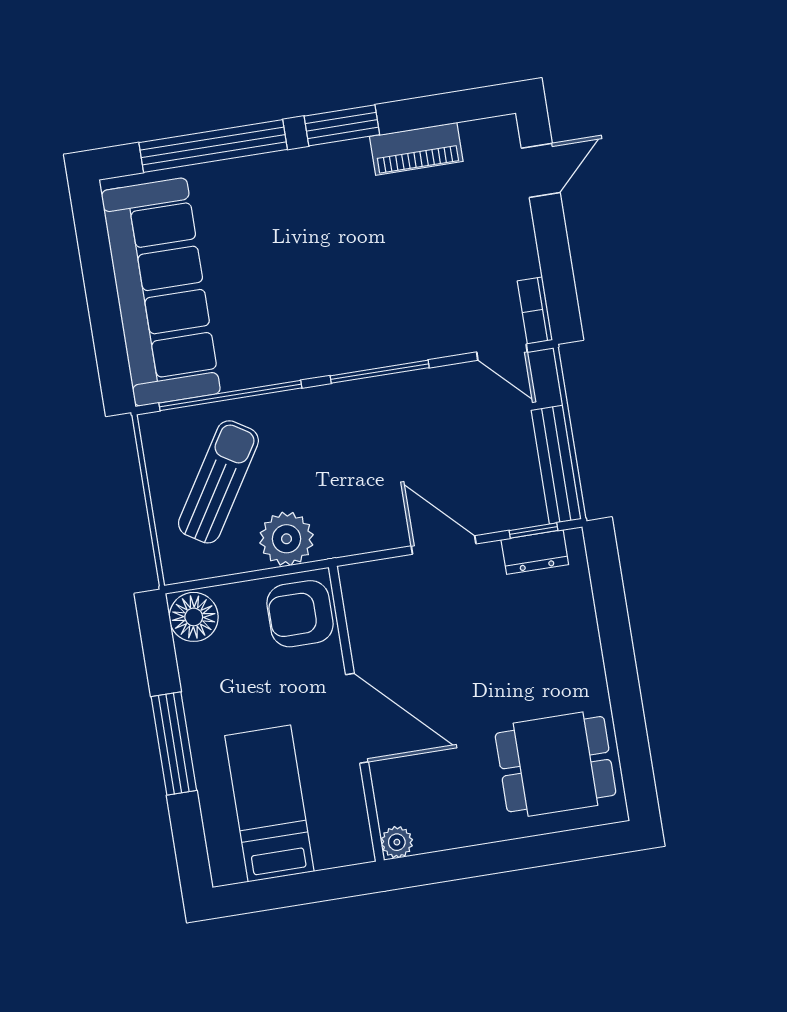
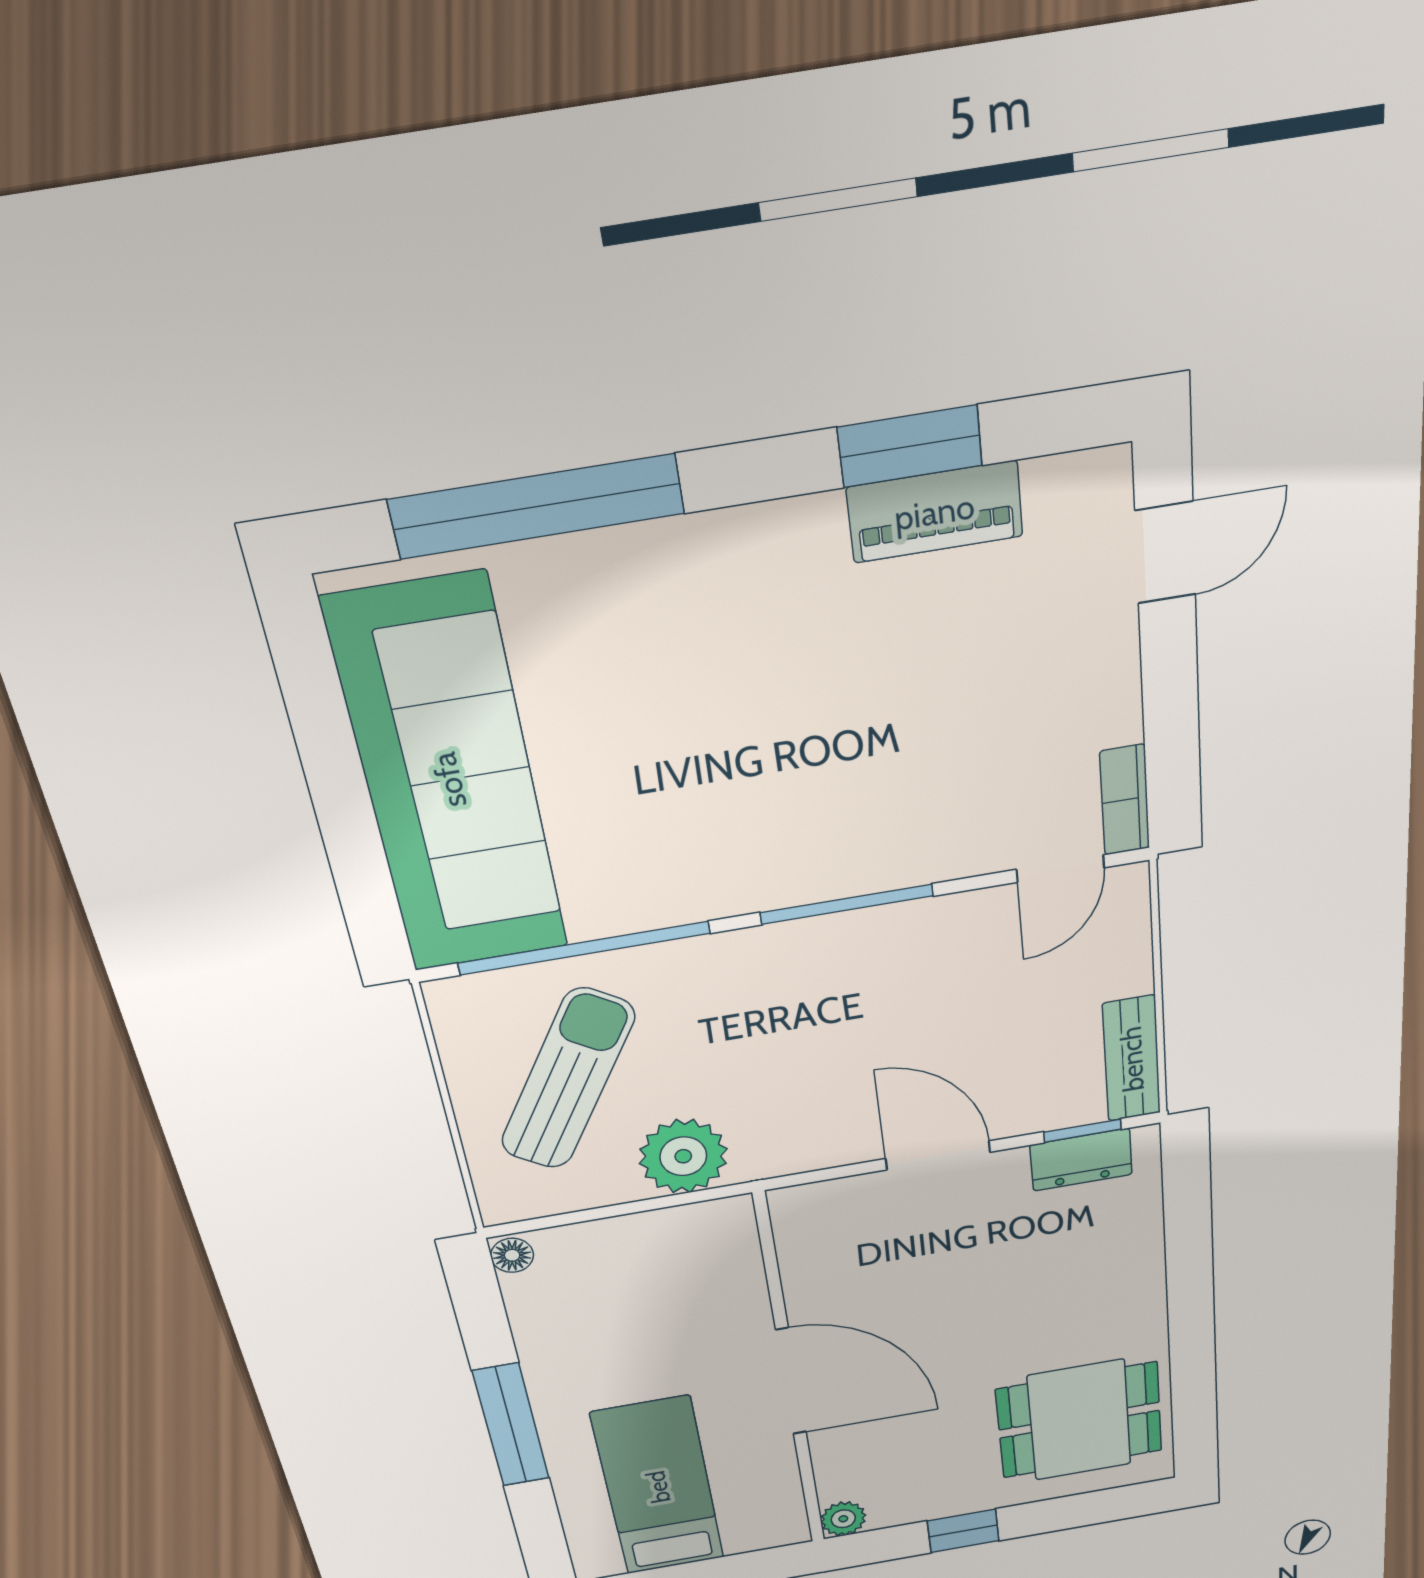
window: (342, 125) -> (910, 446), moved
door: (502, 352) -> (1060, 869), hinge flipped
bench: (556, 465) -> (1132, 1059), width x0.73
armchair: (300, 614) -> (705, 1256), removed
floor lamp: (194, 617) -> (512, 1255), width x0.53, depth x0.53
window: (482, 860) -> (963, 1531), added

